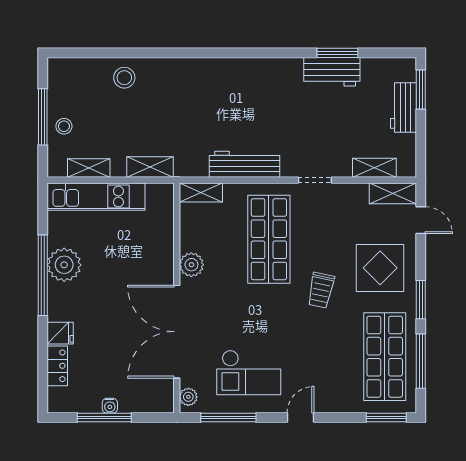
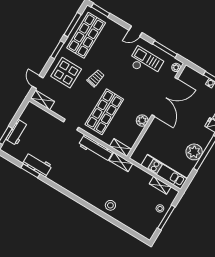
stool: (124, 78) -> (110, 205), moved
shelving: (150, 167) -> (121, 162), moved
shelving: (374, 168) -> (44, 115), removed

